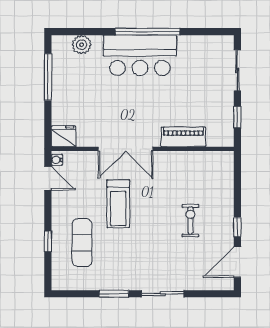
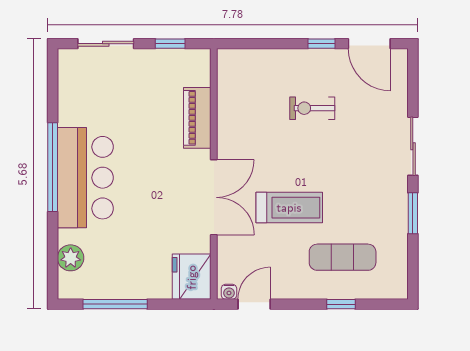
fridge: (64, 136) -> (192, 277), width x1.36, depth x1.34

